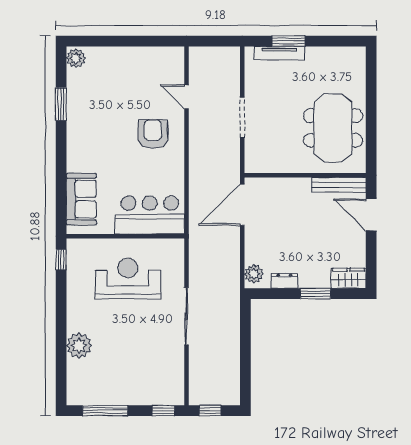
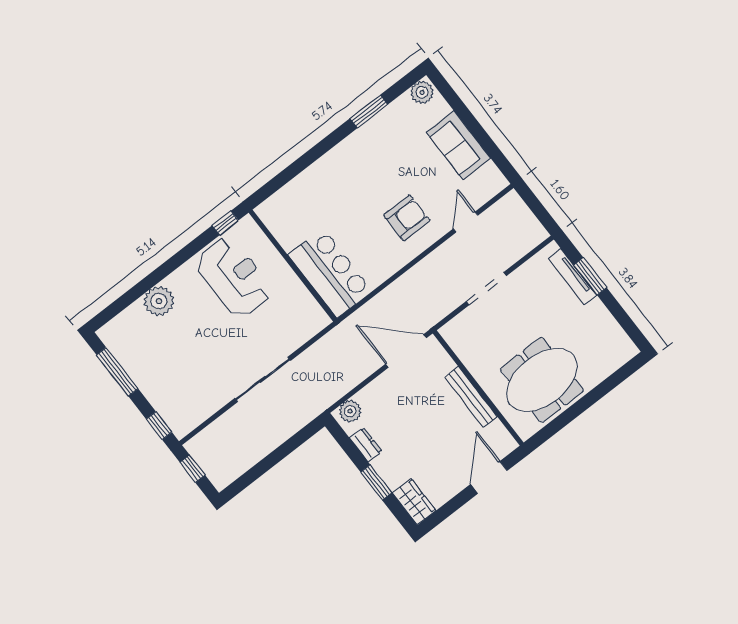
bench: (339, 185) -> (471, 397), moved
sofa: (81, 199) -> (458, 145), moved, turned 90
reception desk: (128, 278) -> (234, 277), moved

